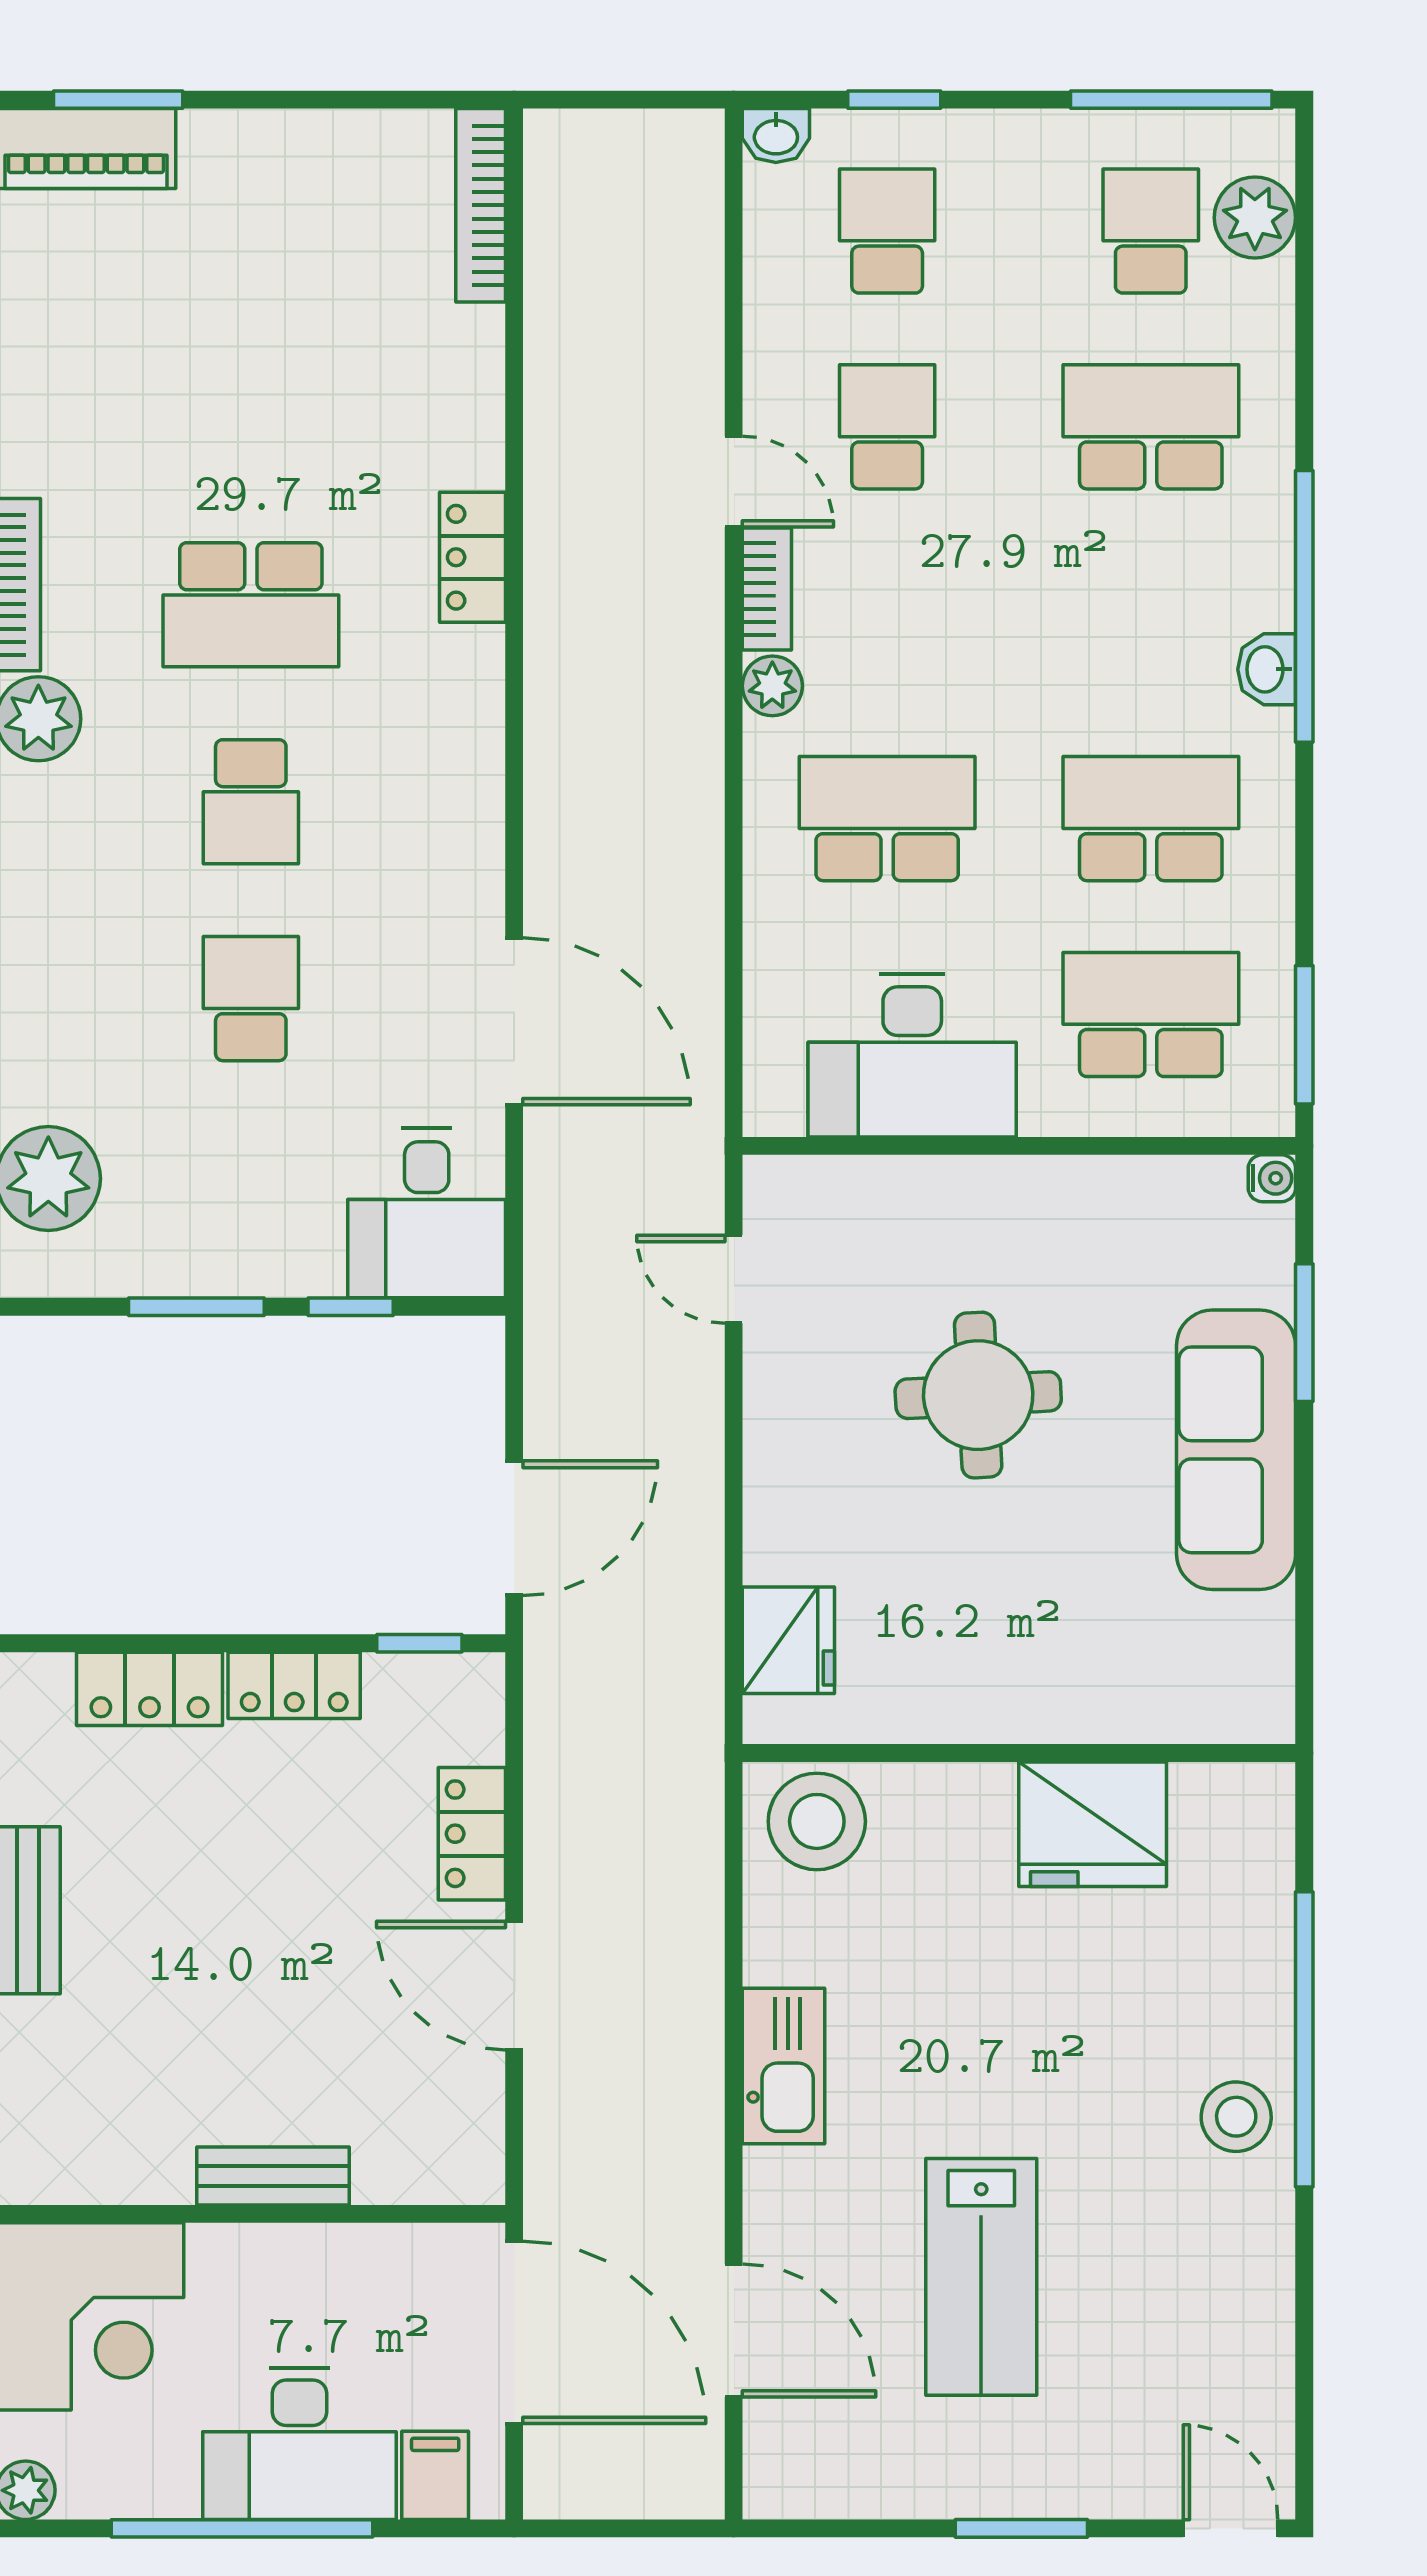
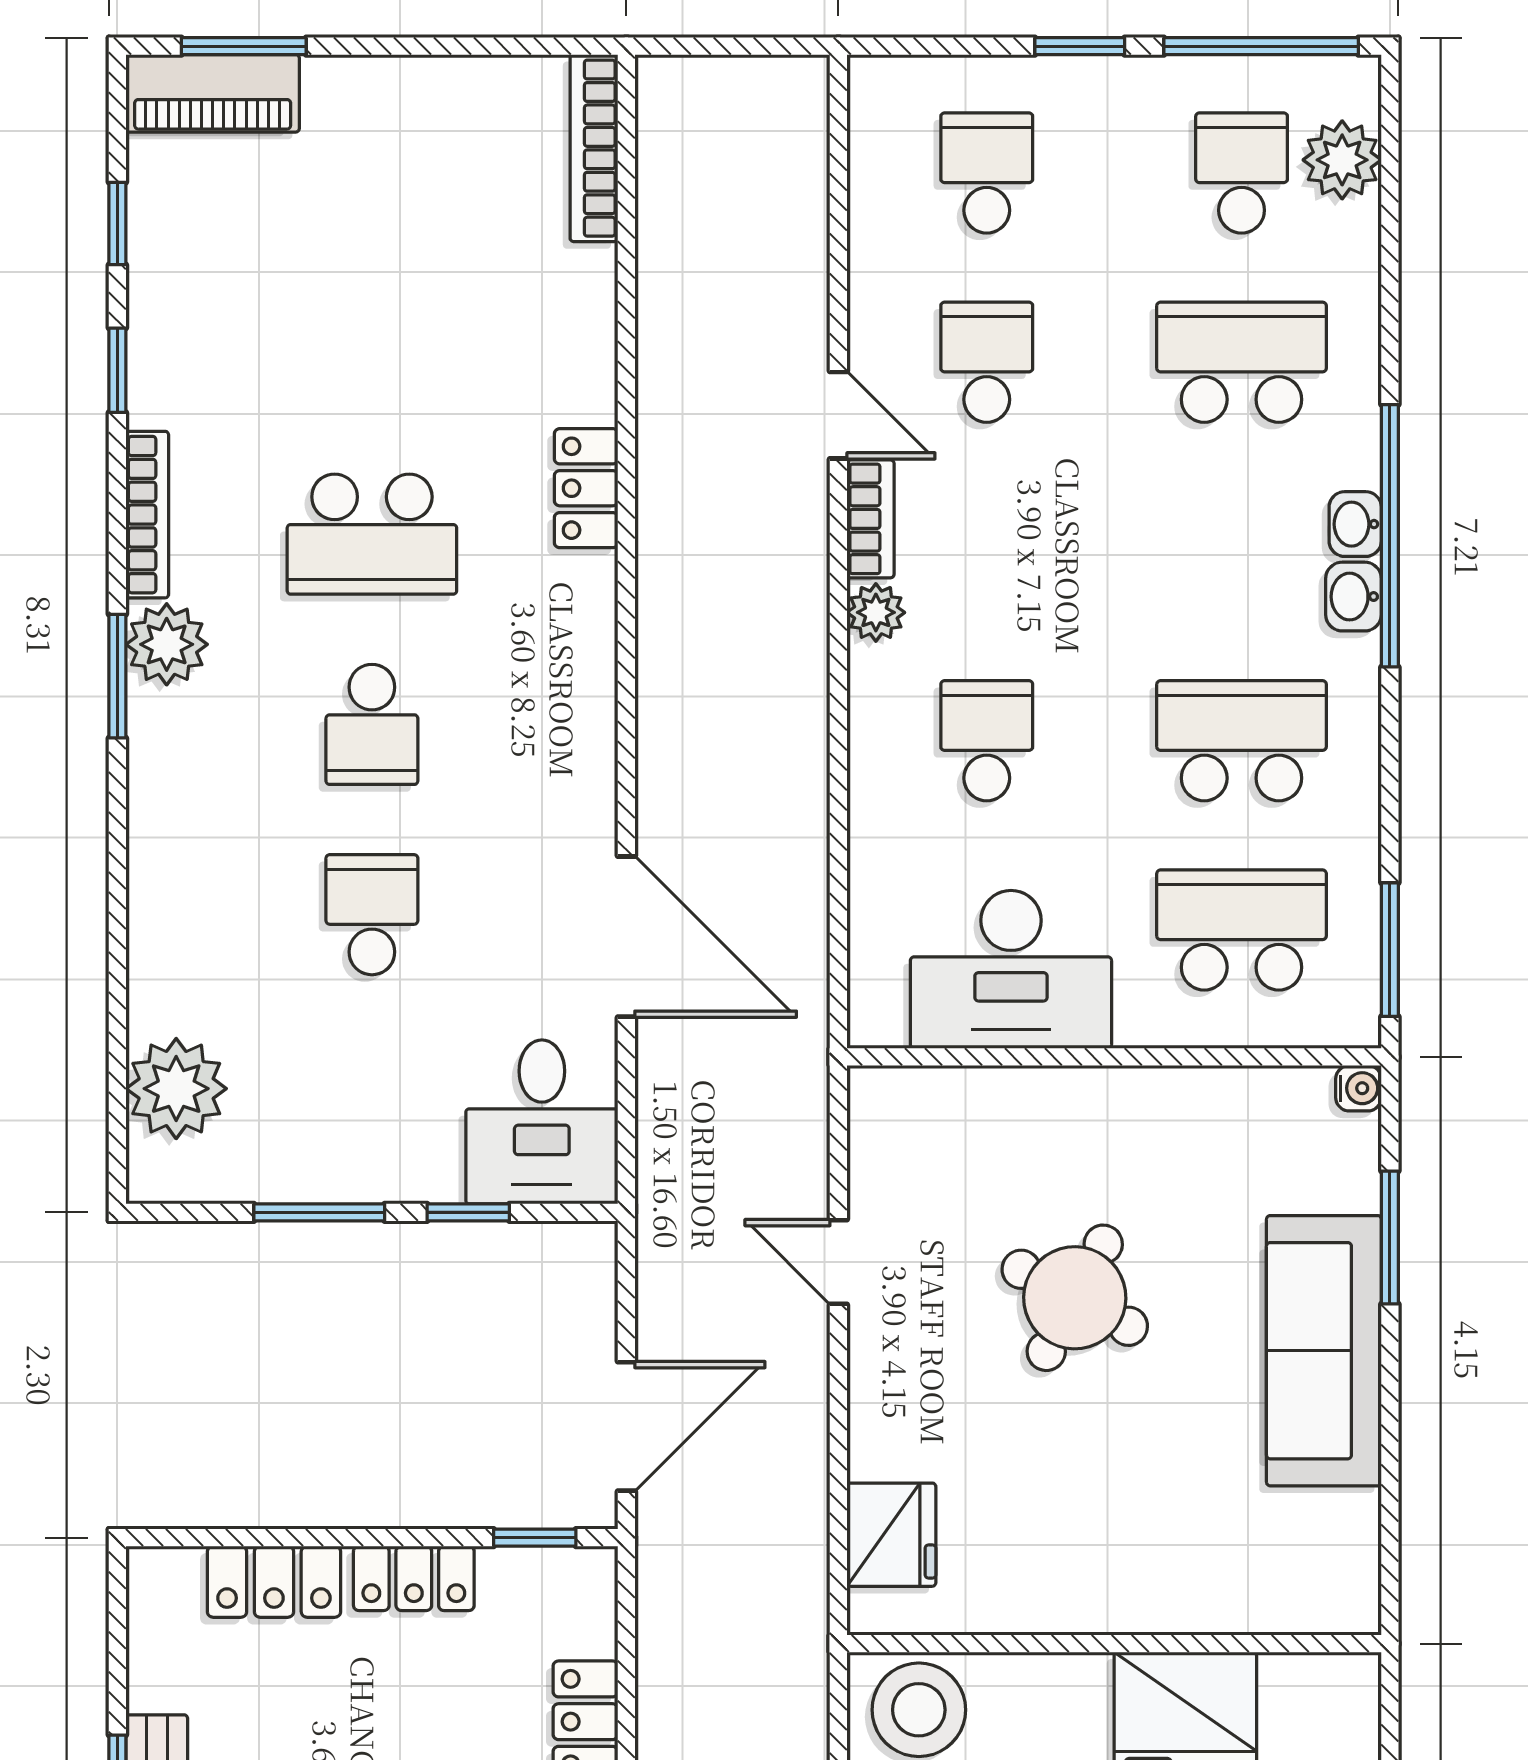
window: (894, 100) -> (1080, 46), moved
washbasin: (776, 136) -> (1355, 524), moved, turned 90
school desk: (887, 819) -> (987, 741), width x0.54
door: (734, 1279) -> (838, 1262), moved
round table: (978, 1395) -> (1075, 1298), turned 31

